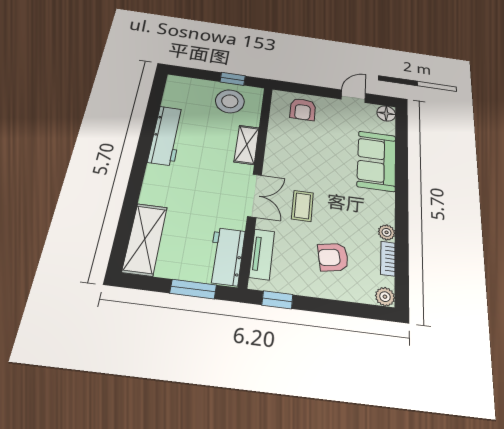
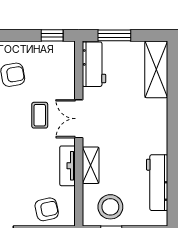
armchair: (303, 109) -> (47, 209), turned 78
workbench: (167, 136) -> (157, 183), moved
tv unit: (262, 254) -> (67, 166), moved

